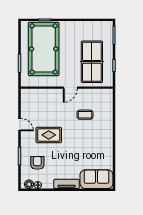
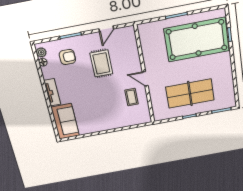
wall: (67, 88) -> (144, 75), moved
door: (70, 88) -> (145, 79), moved

